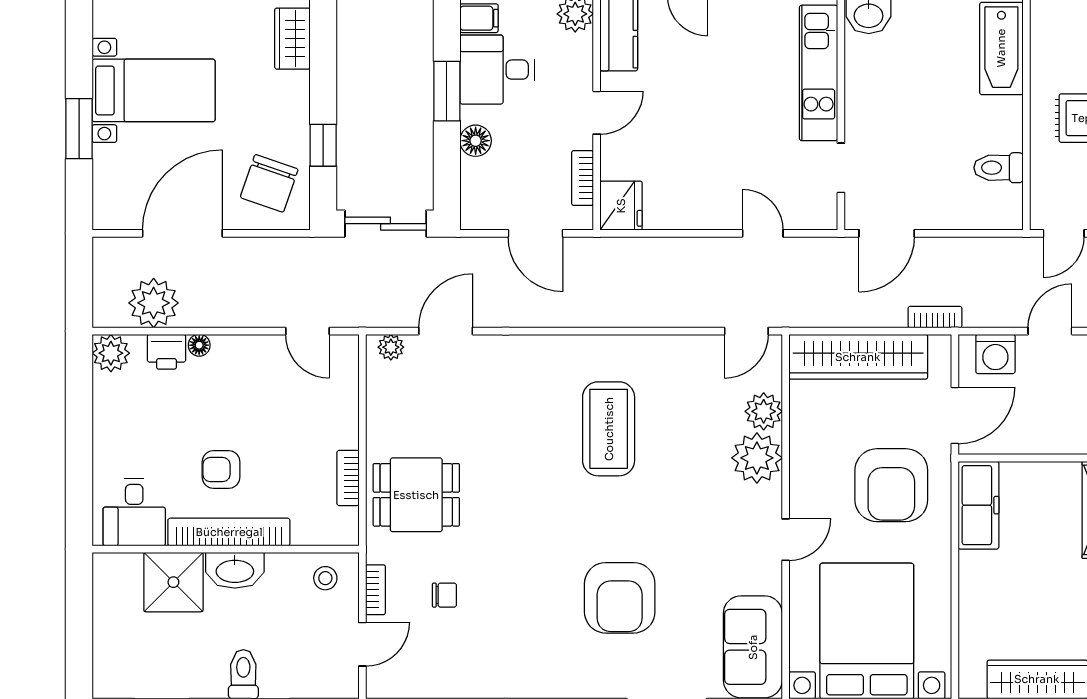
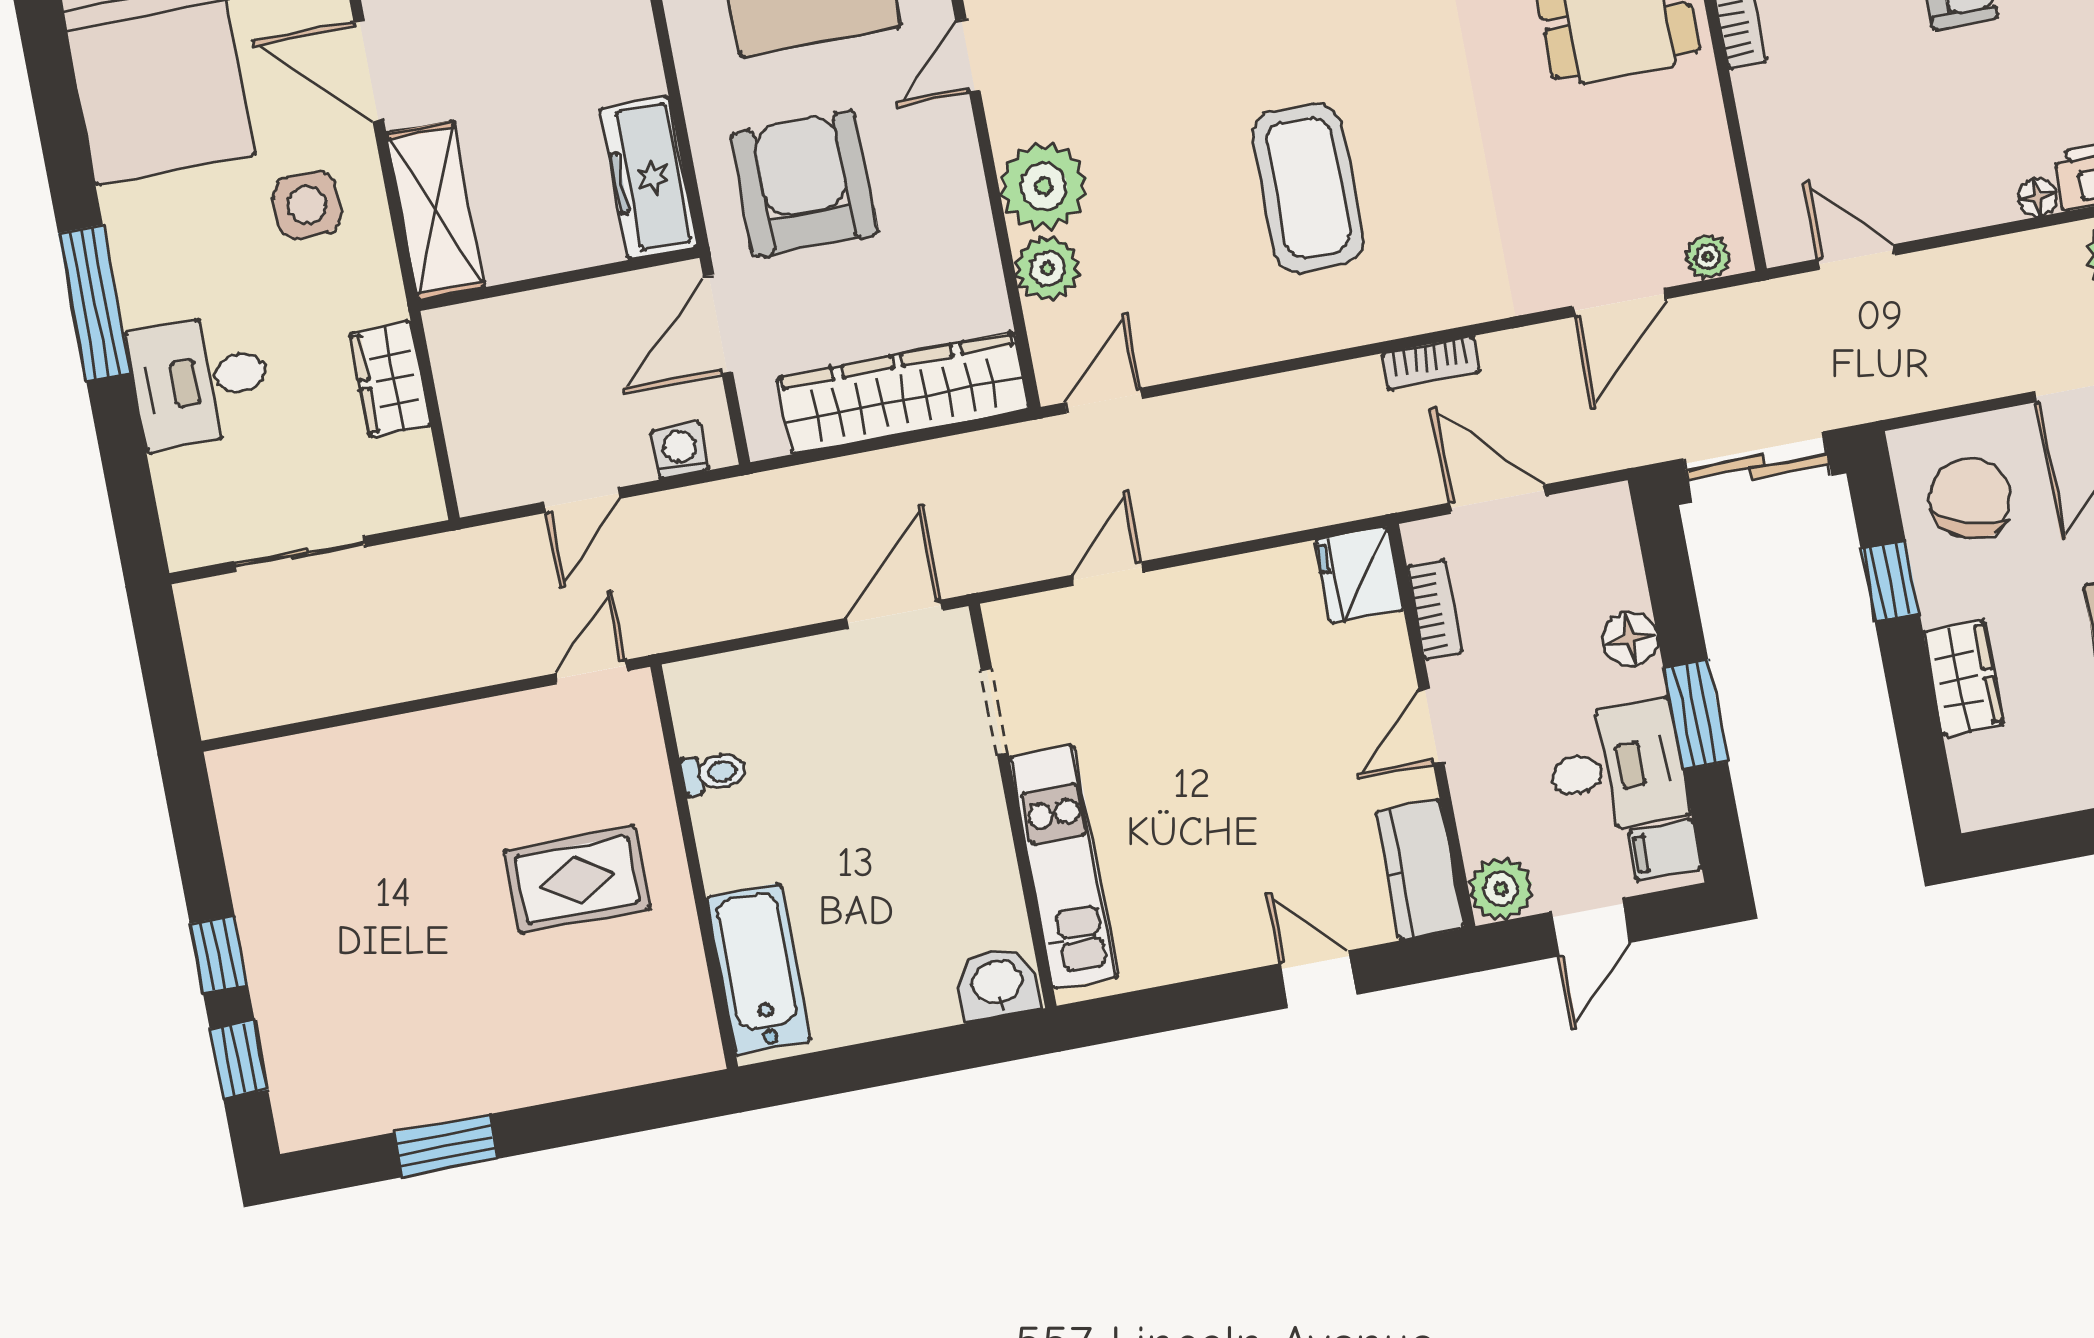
wardrobe: (292, 39) -> (1963, 678), moved
toilet: (999, 168) -> (714, 773), width x0.73, depth x0.72
door: (763, 233) -> (1107, 574), swing flipped
bookcase: (935, 317) -> (1431, 363), moved
washing machine: (995, 354) -> (680, 450), width x0.73, depth x0.73

